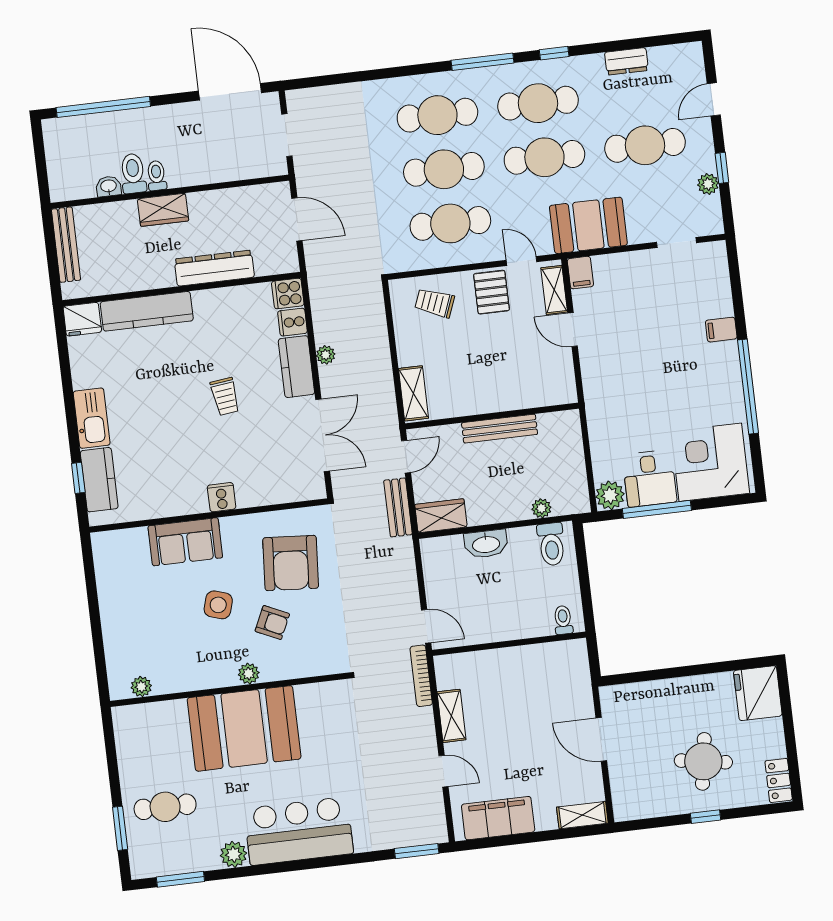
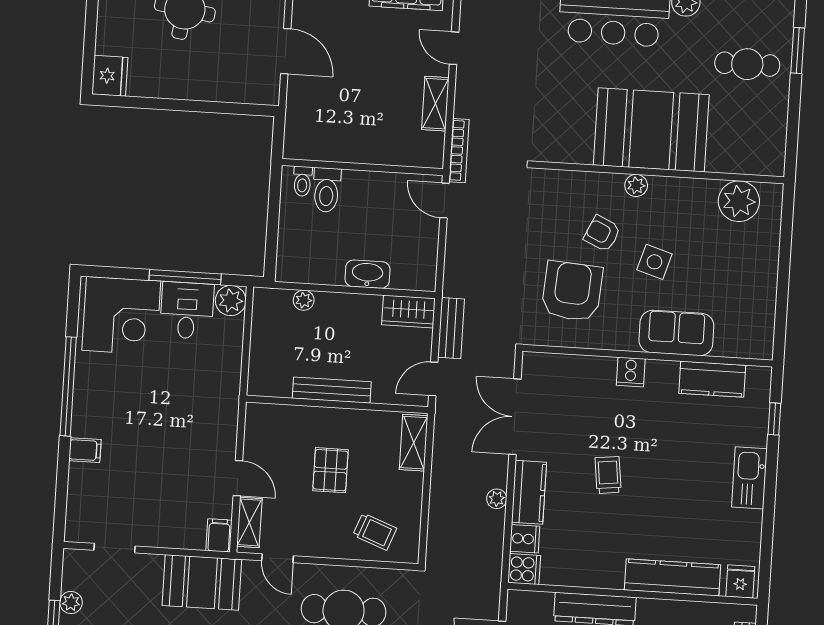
pallet: (491, 292) -> (330, 470), moved
fridge: (82, 319) -> (740, 581), width x0.72
kitchen counter: (99, 480) -> (712, 379), moved, turned -90
toilet: (551, 544) -> (327, 190), moved, turned 180
plant: (141, 687) -> (739, 201), width x1.88, depth x1.88
fridge: (758, 693) -> (110, 76), width x0.73, depth x0.75

